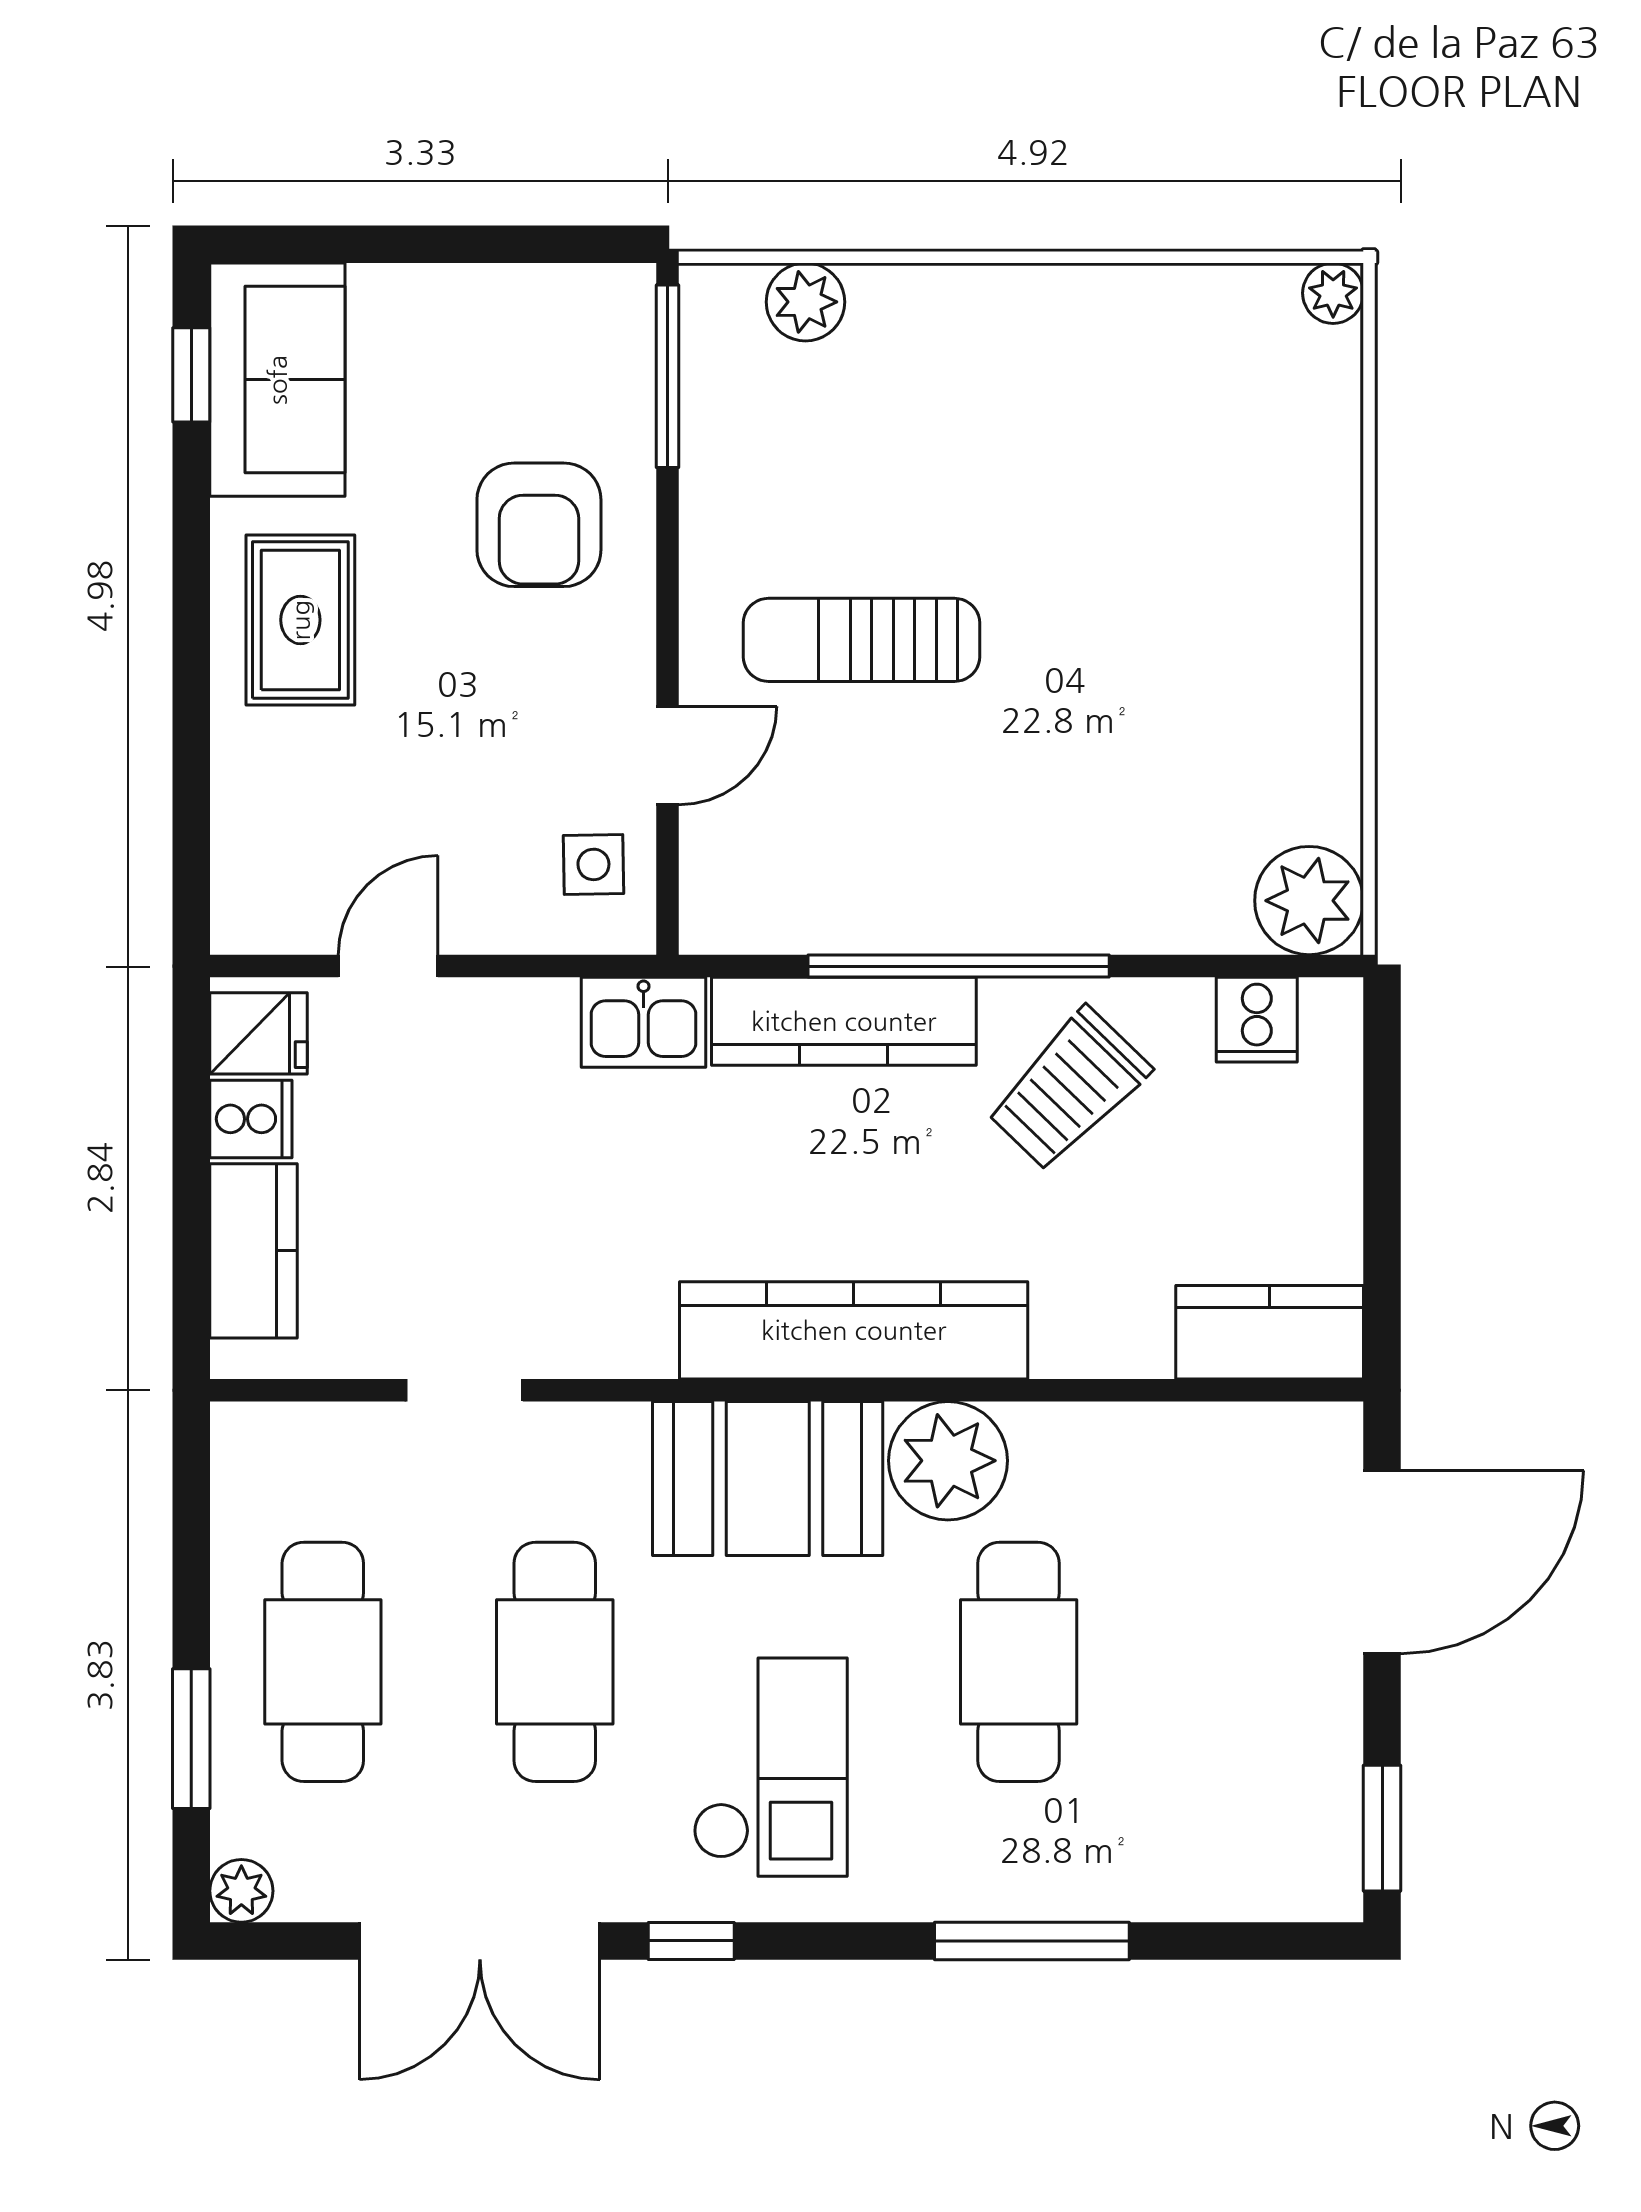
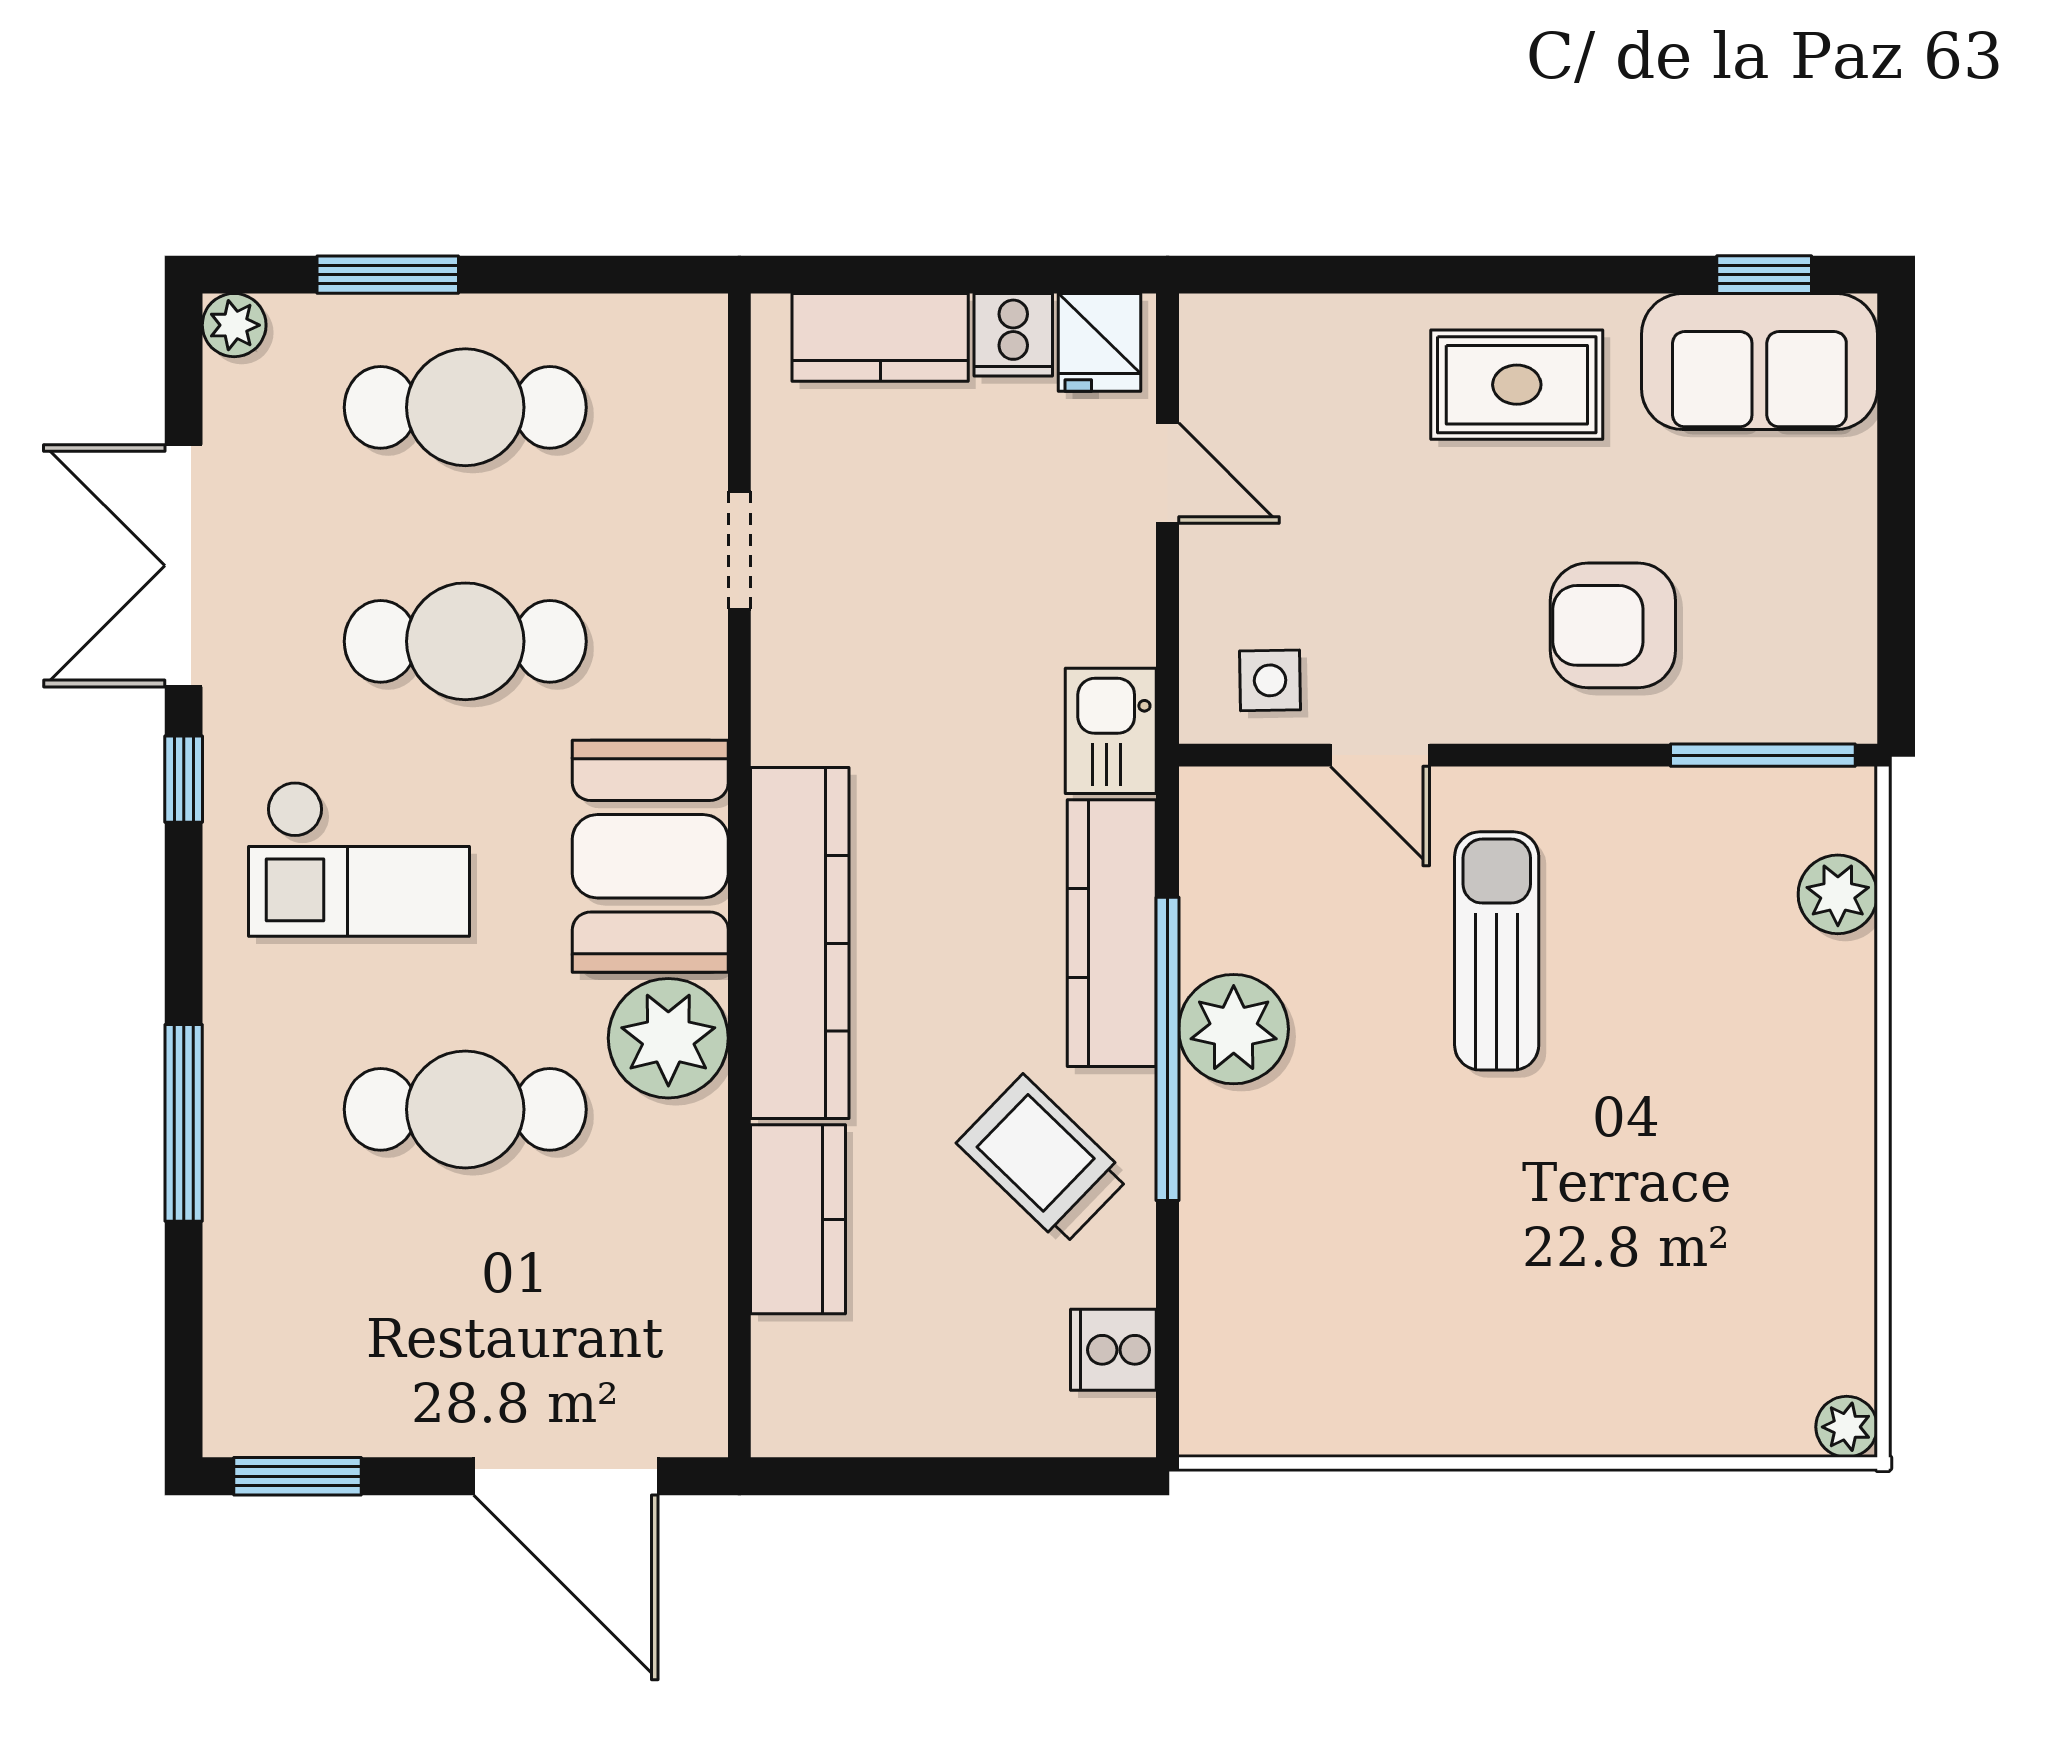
plant: (1309, 901) -> (1234, 1029), moved
kitchen counter: (1270, 1332) -> (798, 1219), moved

